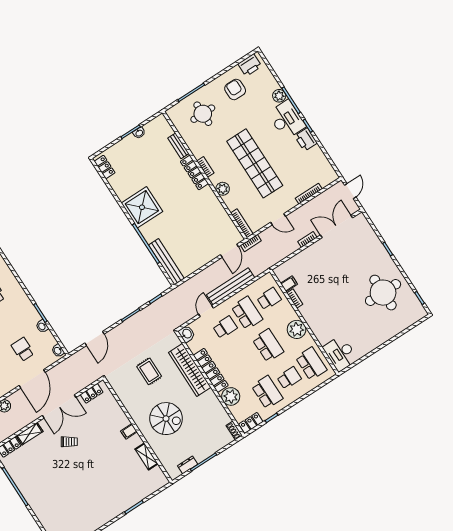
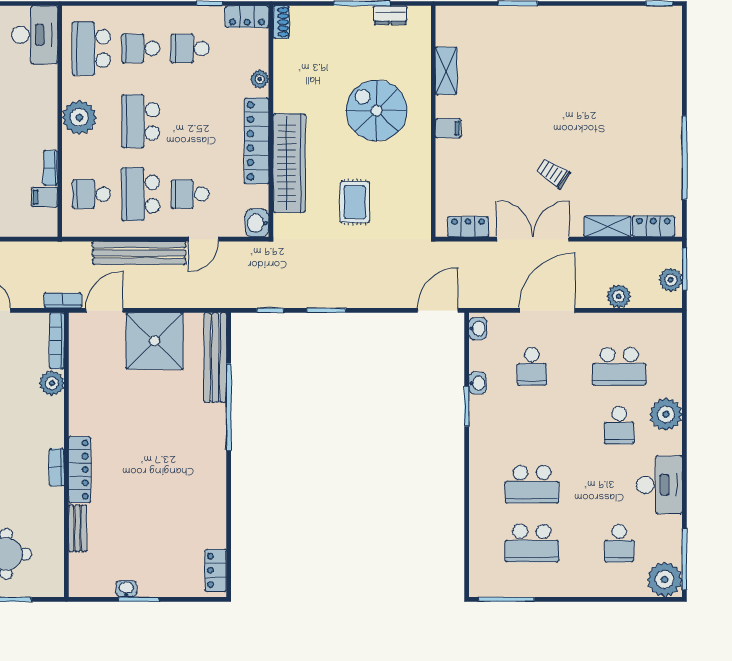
plant: (223, 189) -> (52, 383), moved
shower: (142, 207) -> (155, 341), moved
door: (94, 338) -> (438, 310), moved
school desk: (267, 392) -> (190, 48), width x0.54
plant: (231, 396) -> (260, 79), width x0.53, depth x0.53

